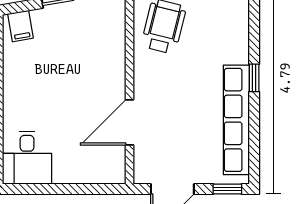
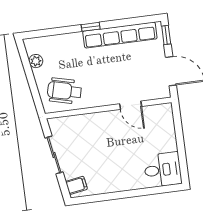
door: (129, 122) -> (131, 105), width x0.73

